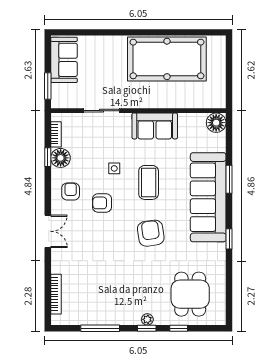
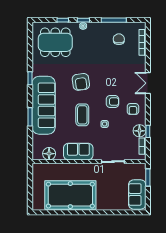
floor lamp: (216, 123) -> (49, 154), moved
dining table: (190, 294) -> (55, 42), width x1.38
chair: (92, 299) -> (119, 39), added

